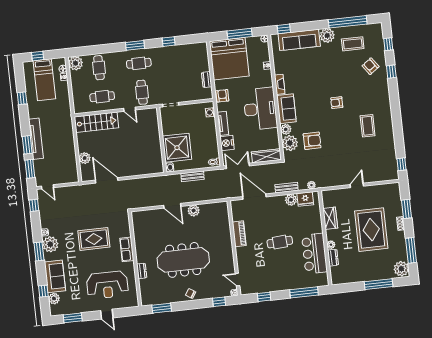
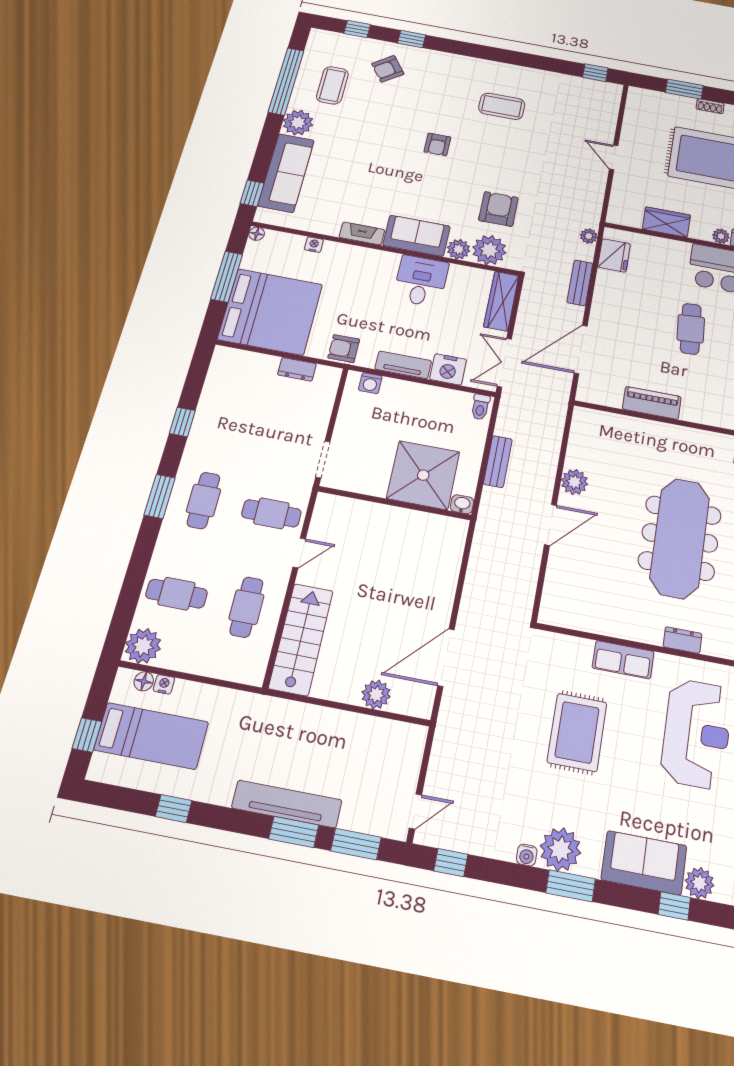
desk: (260, 109) -> (421, 281), width x0.53, depth x0.77
plant: (291, 200) -> (608, 282), removed

